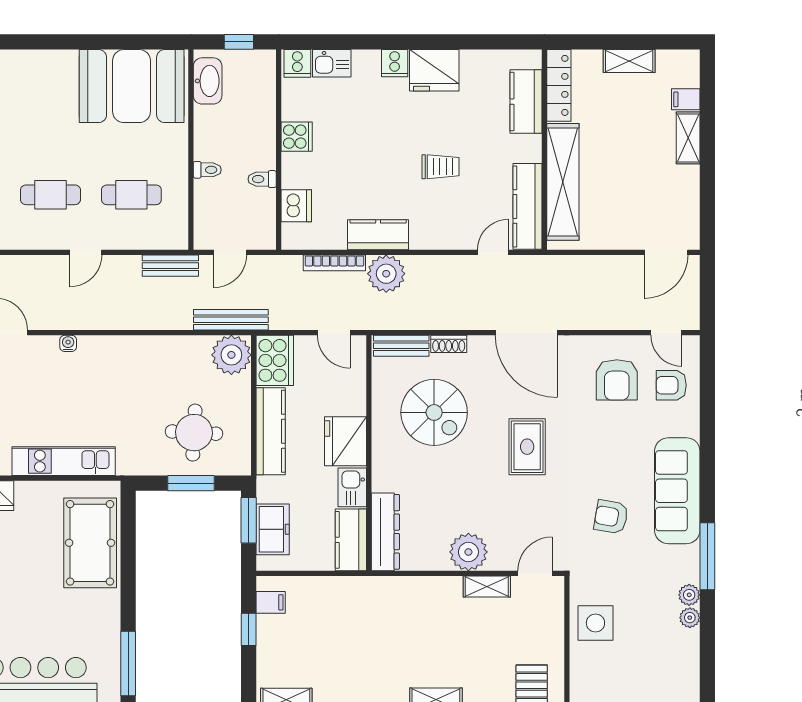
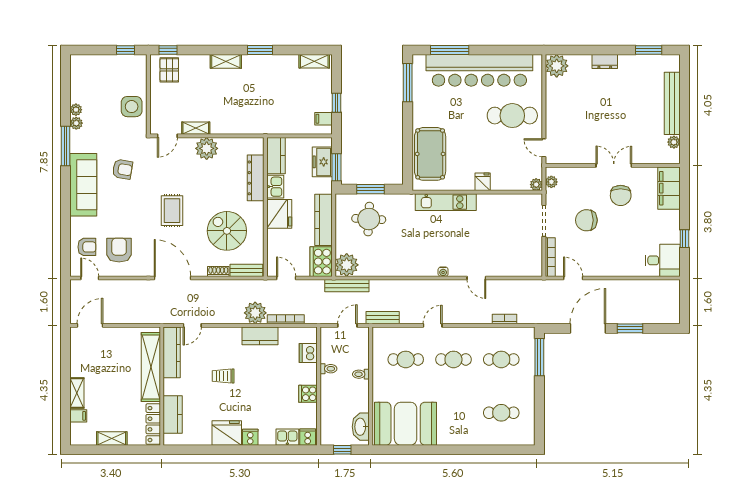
dresser: (385, 532) -> (256, 178), moved

